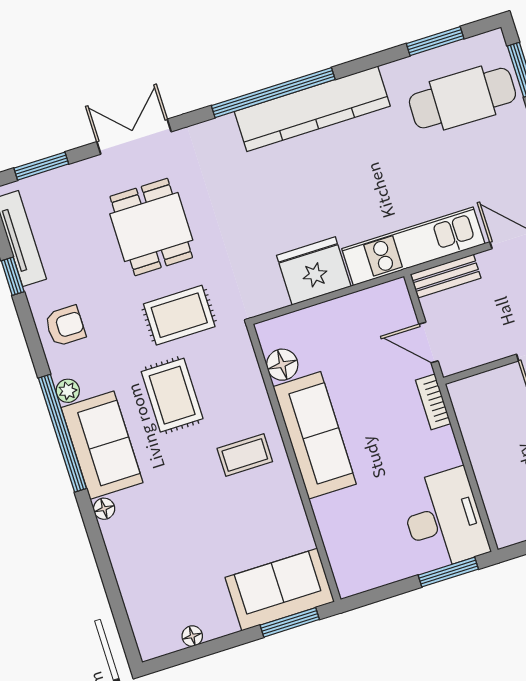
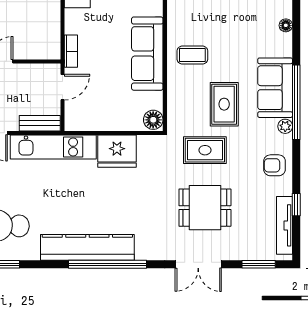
dining table: (151, 227) -> (205, 208), turned 90
door: (429, 343) -> (62, 87), hinge flipped
floor lamp: (282, 365) -> (153, 120), moved
floor lamp: (104, 509) -> (286, 25), moved

